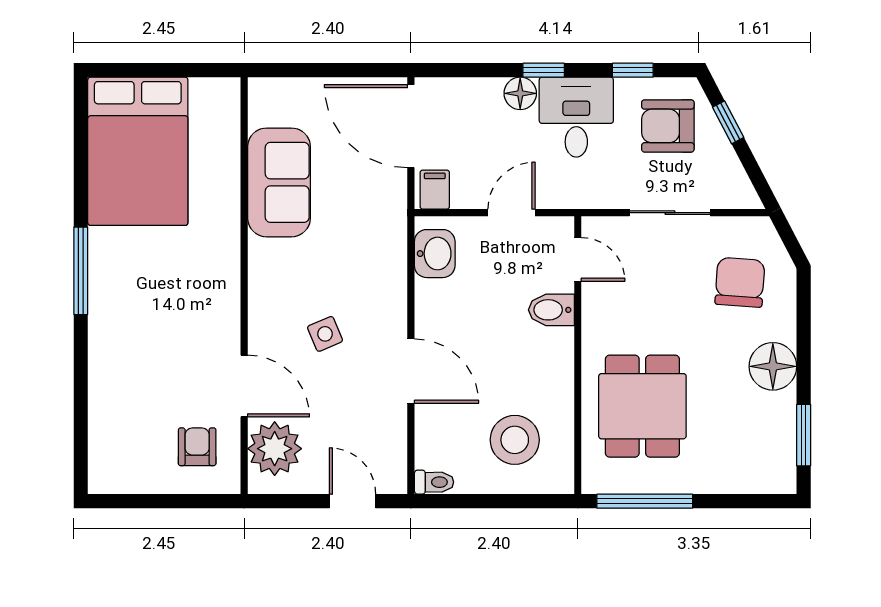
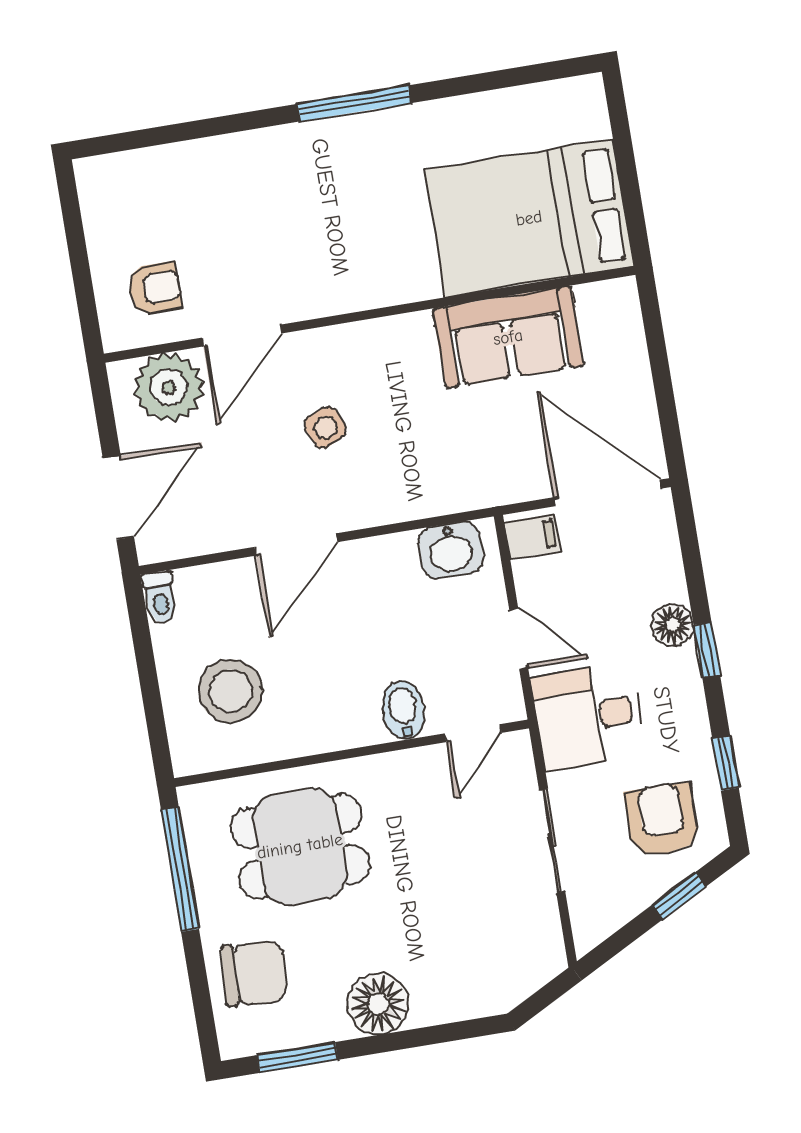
desk: (576, 117) -> (588, 716), moved, turned 180
door: (411, 126) -> (608, 493), hinge flipped
bed: (138, 151) -> (529, 218), moved
chair: (740, 282) -> (254, 974), moved
door: (352, 501) -> (118, 498), width x1.38

